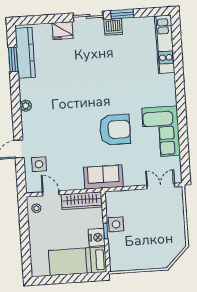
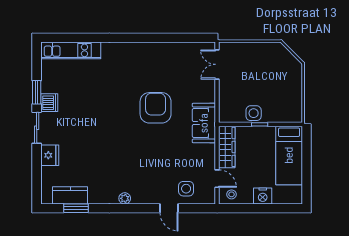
kitchen counter: (25, 53) -> (70, 195), width x0.67
corner sofa: (161, 132) -> (161, 60), removed
door: (51, 193) -> (217, 179), swing flipped
nightstand: (97, 237) -> (263, 196), moved, turned 180

